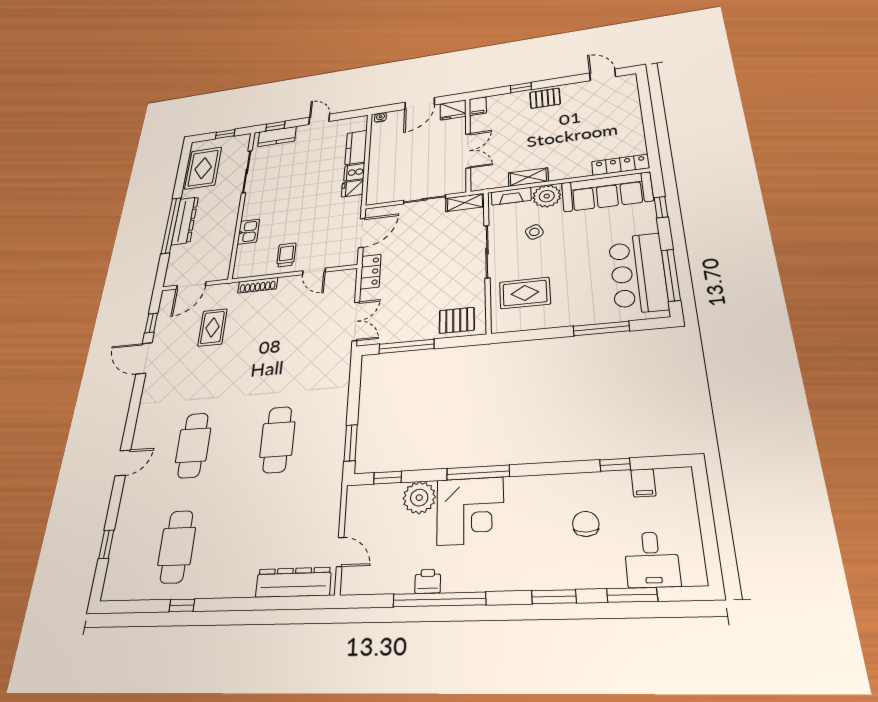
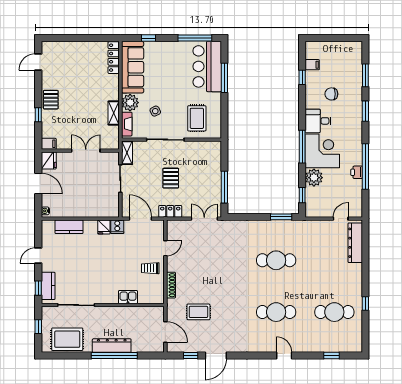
cooker: (354, 172) -> (117, 227), moved
bar counter: (638, 273) -> (207, 66), moved, turned 90
pallet: (457, 320) -> (171, 178), moved
desk: (652, 560) -> (318, 121), moved, turned 180

